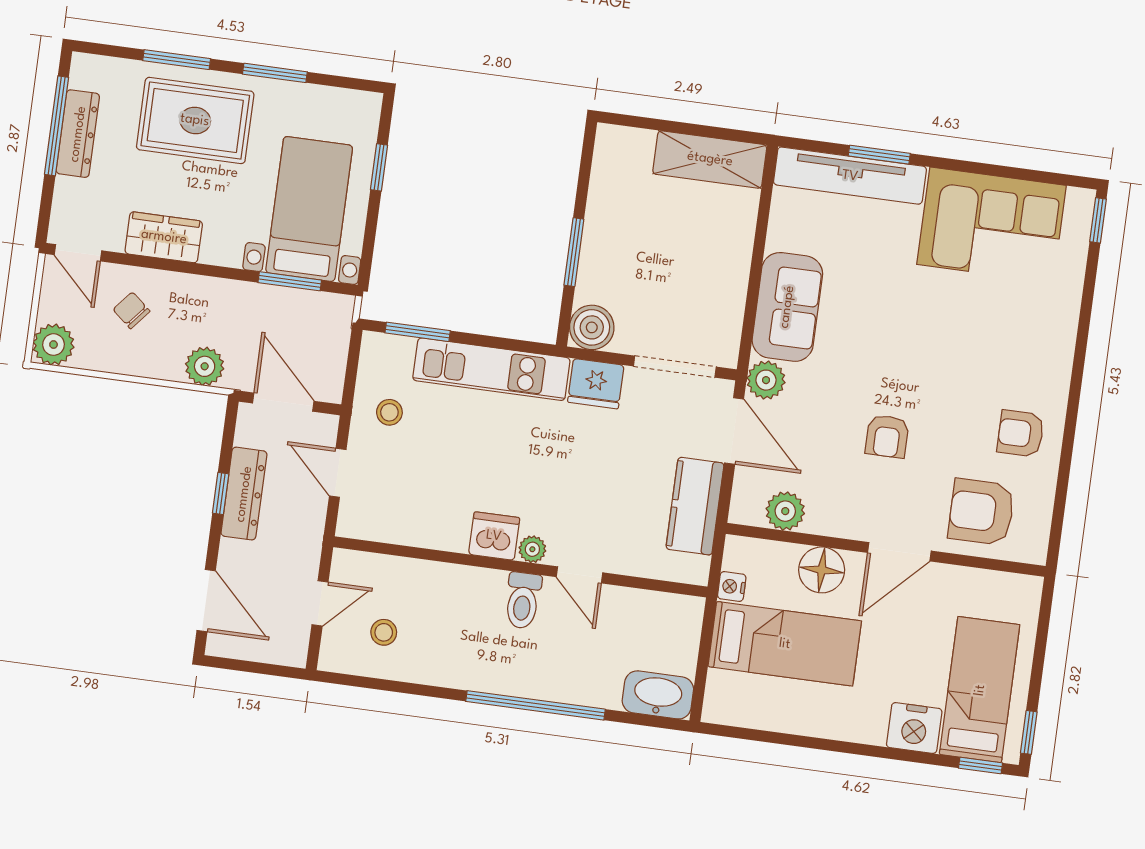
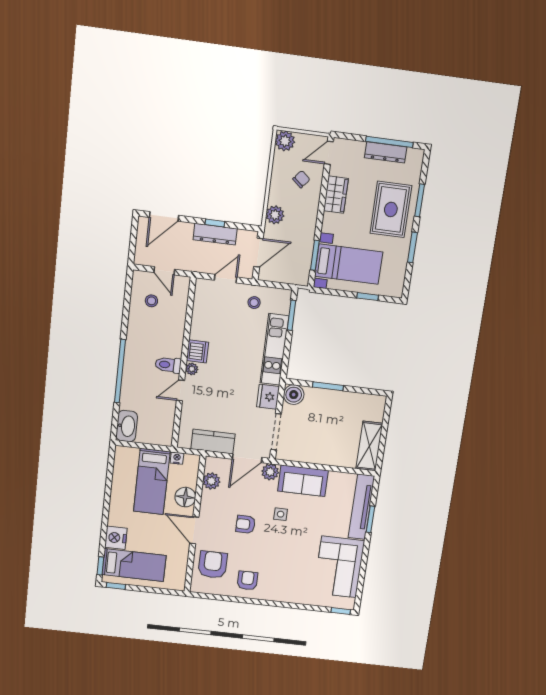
side table: (864, 357) -> (281, 514), added

